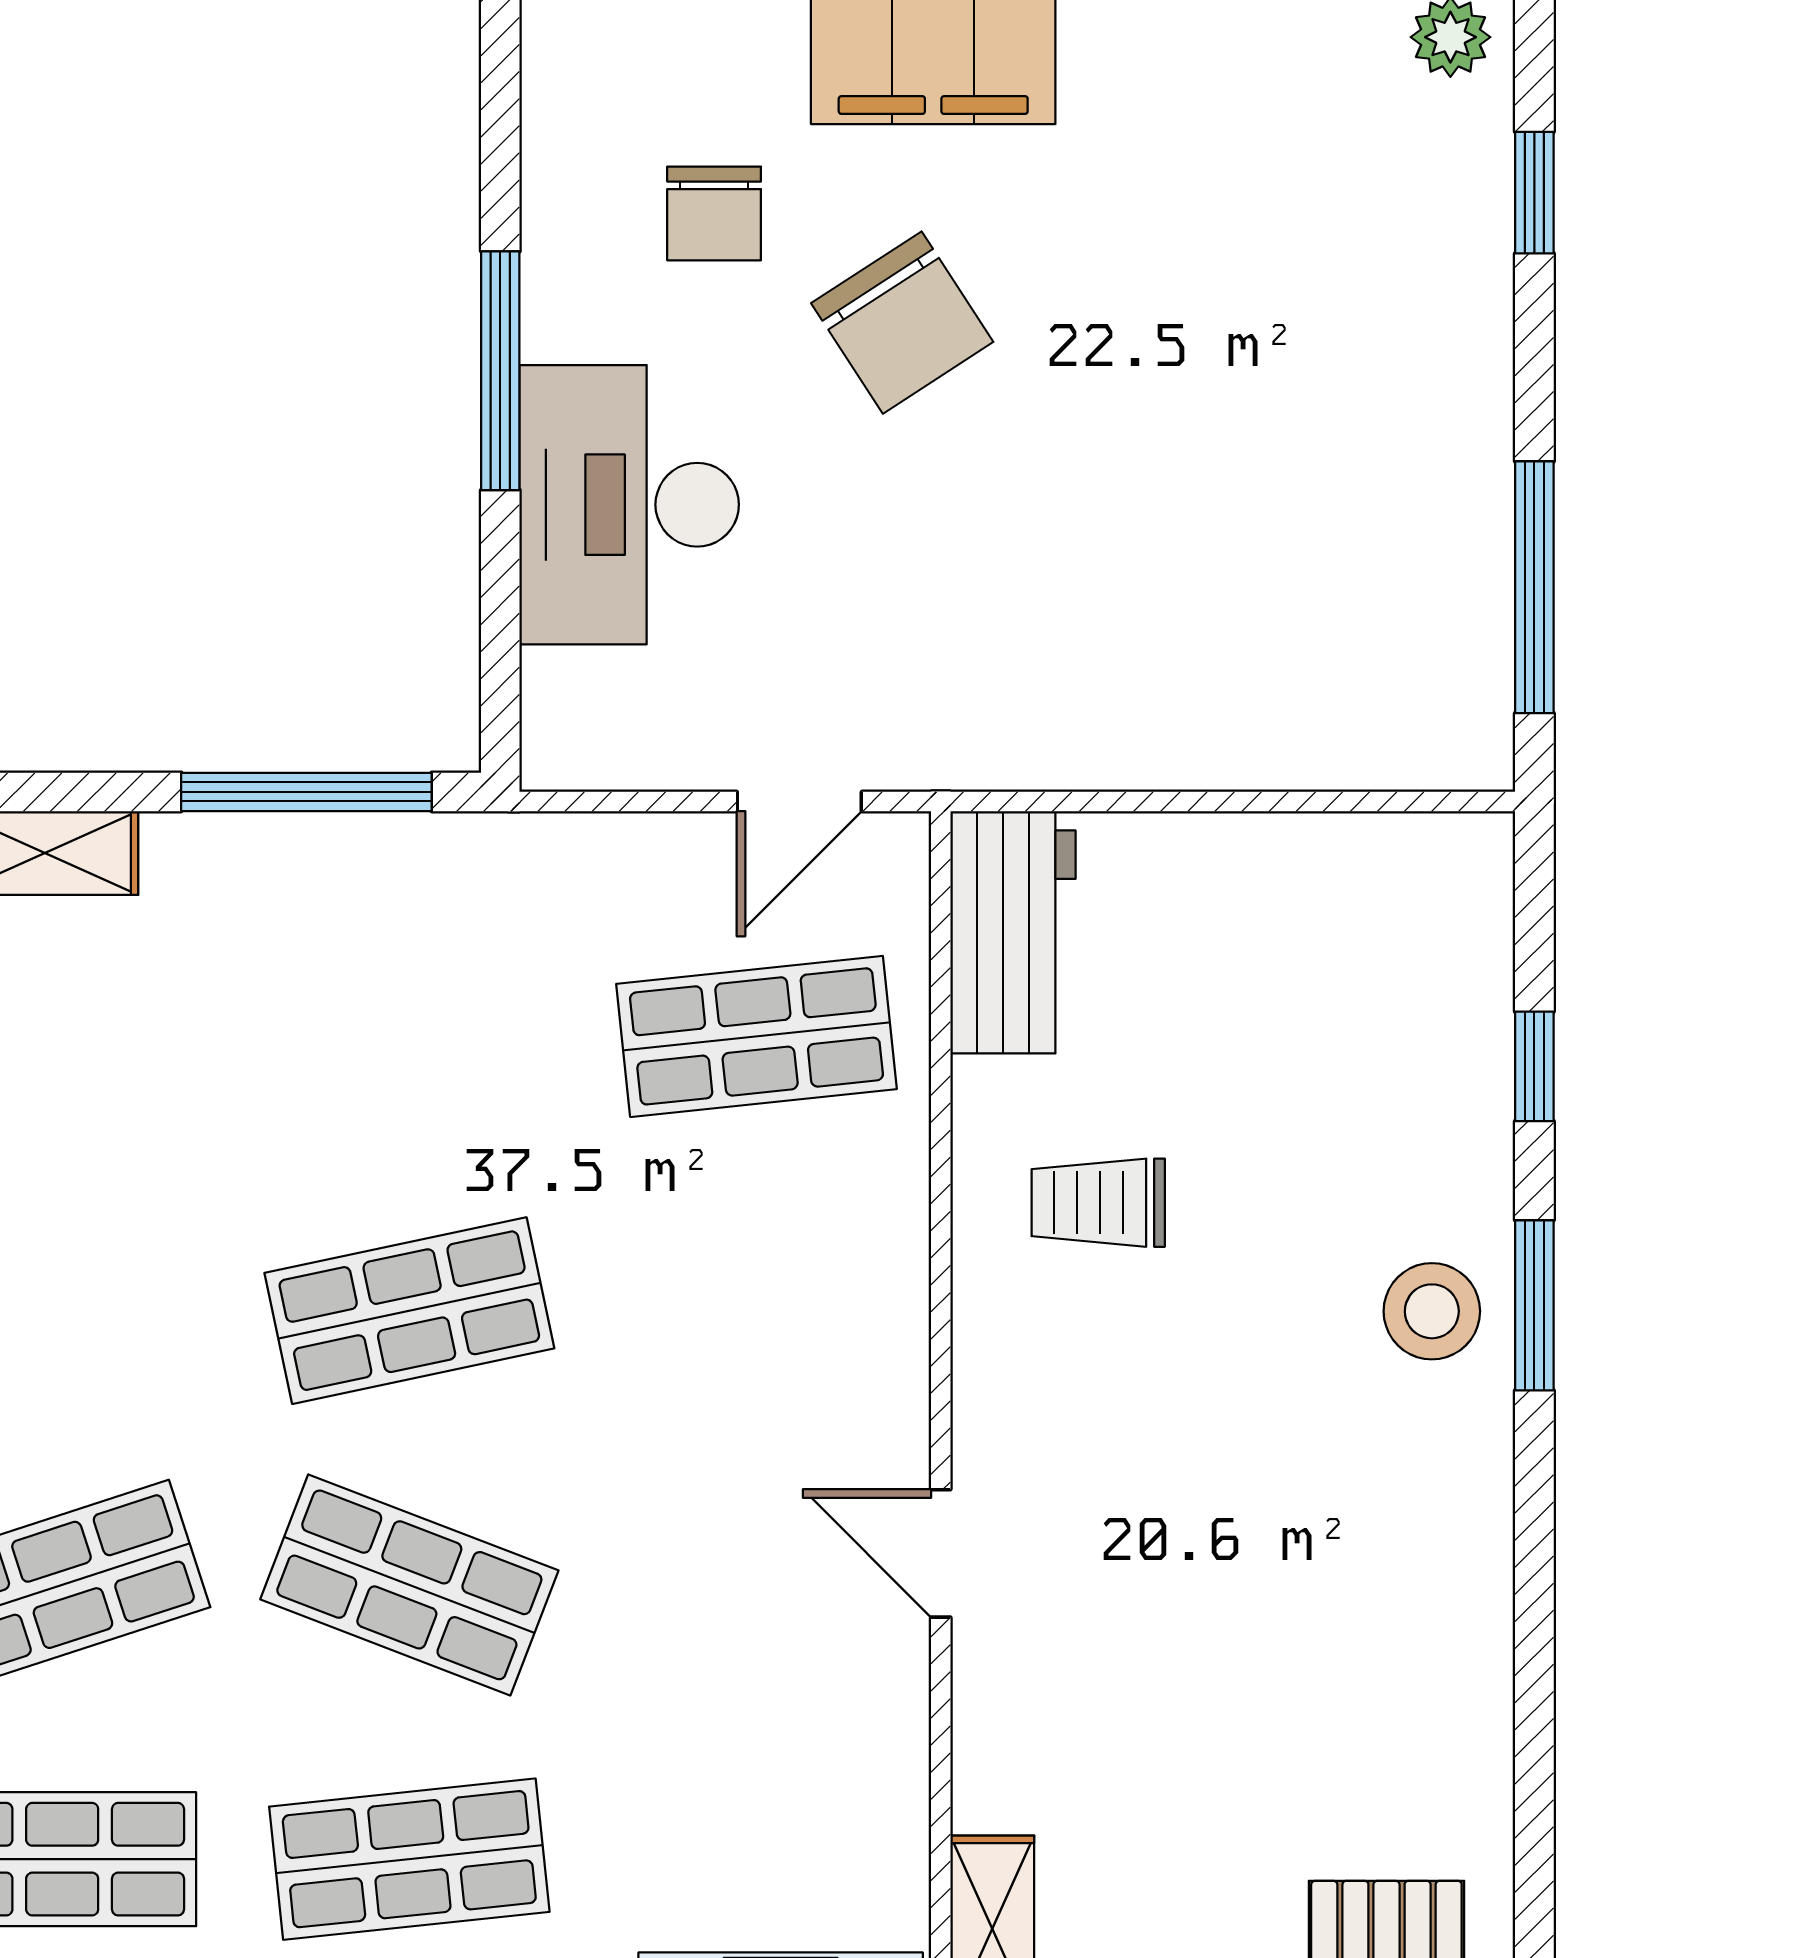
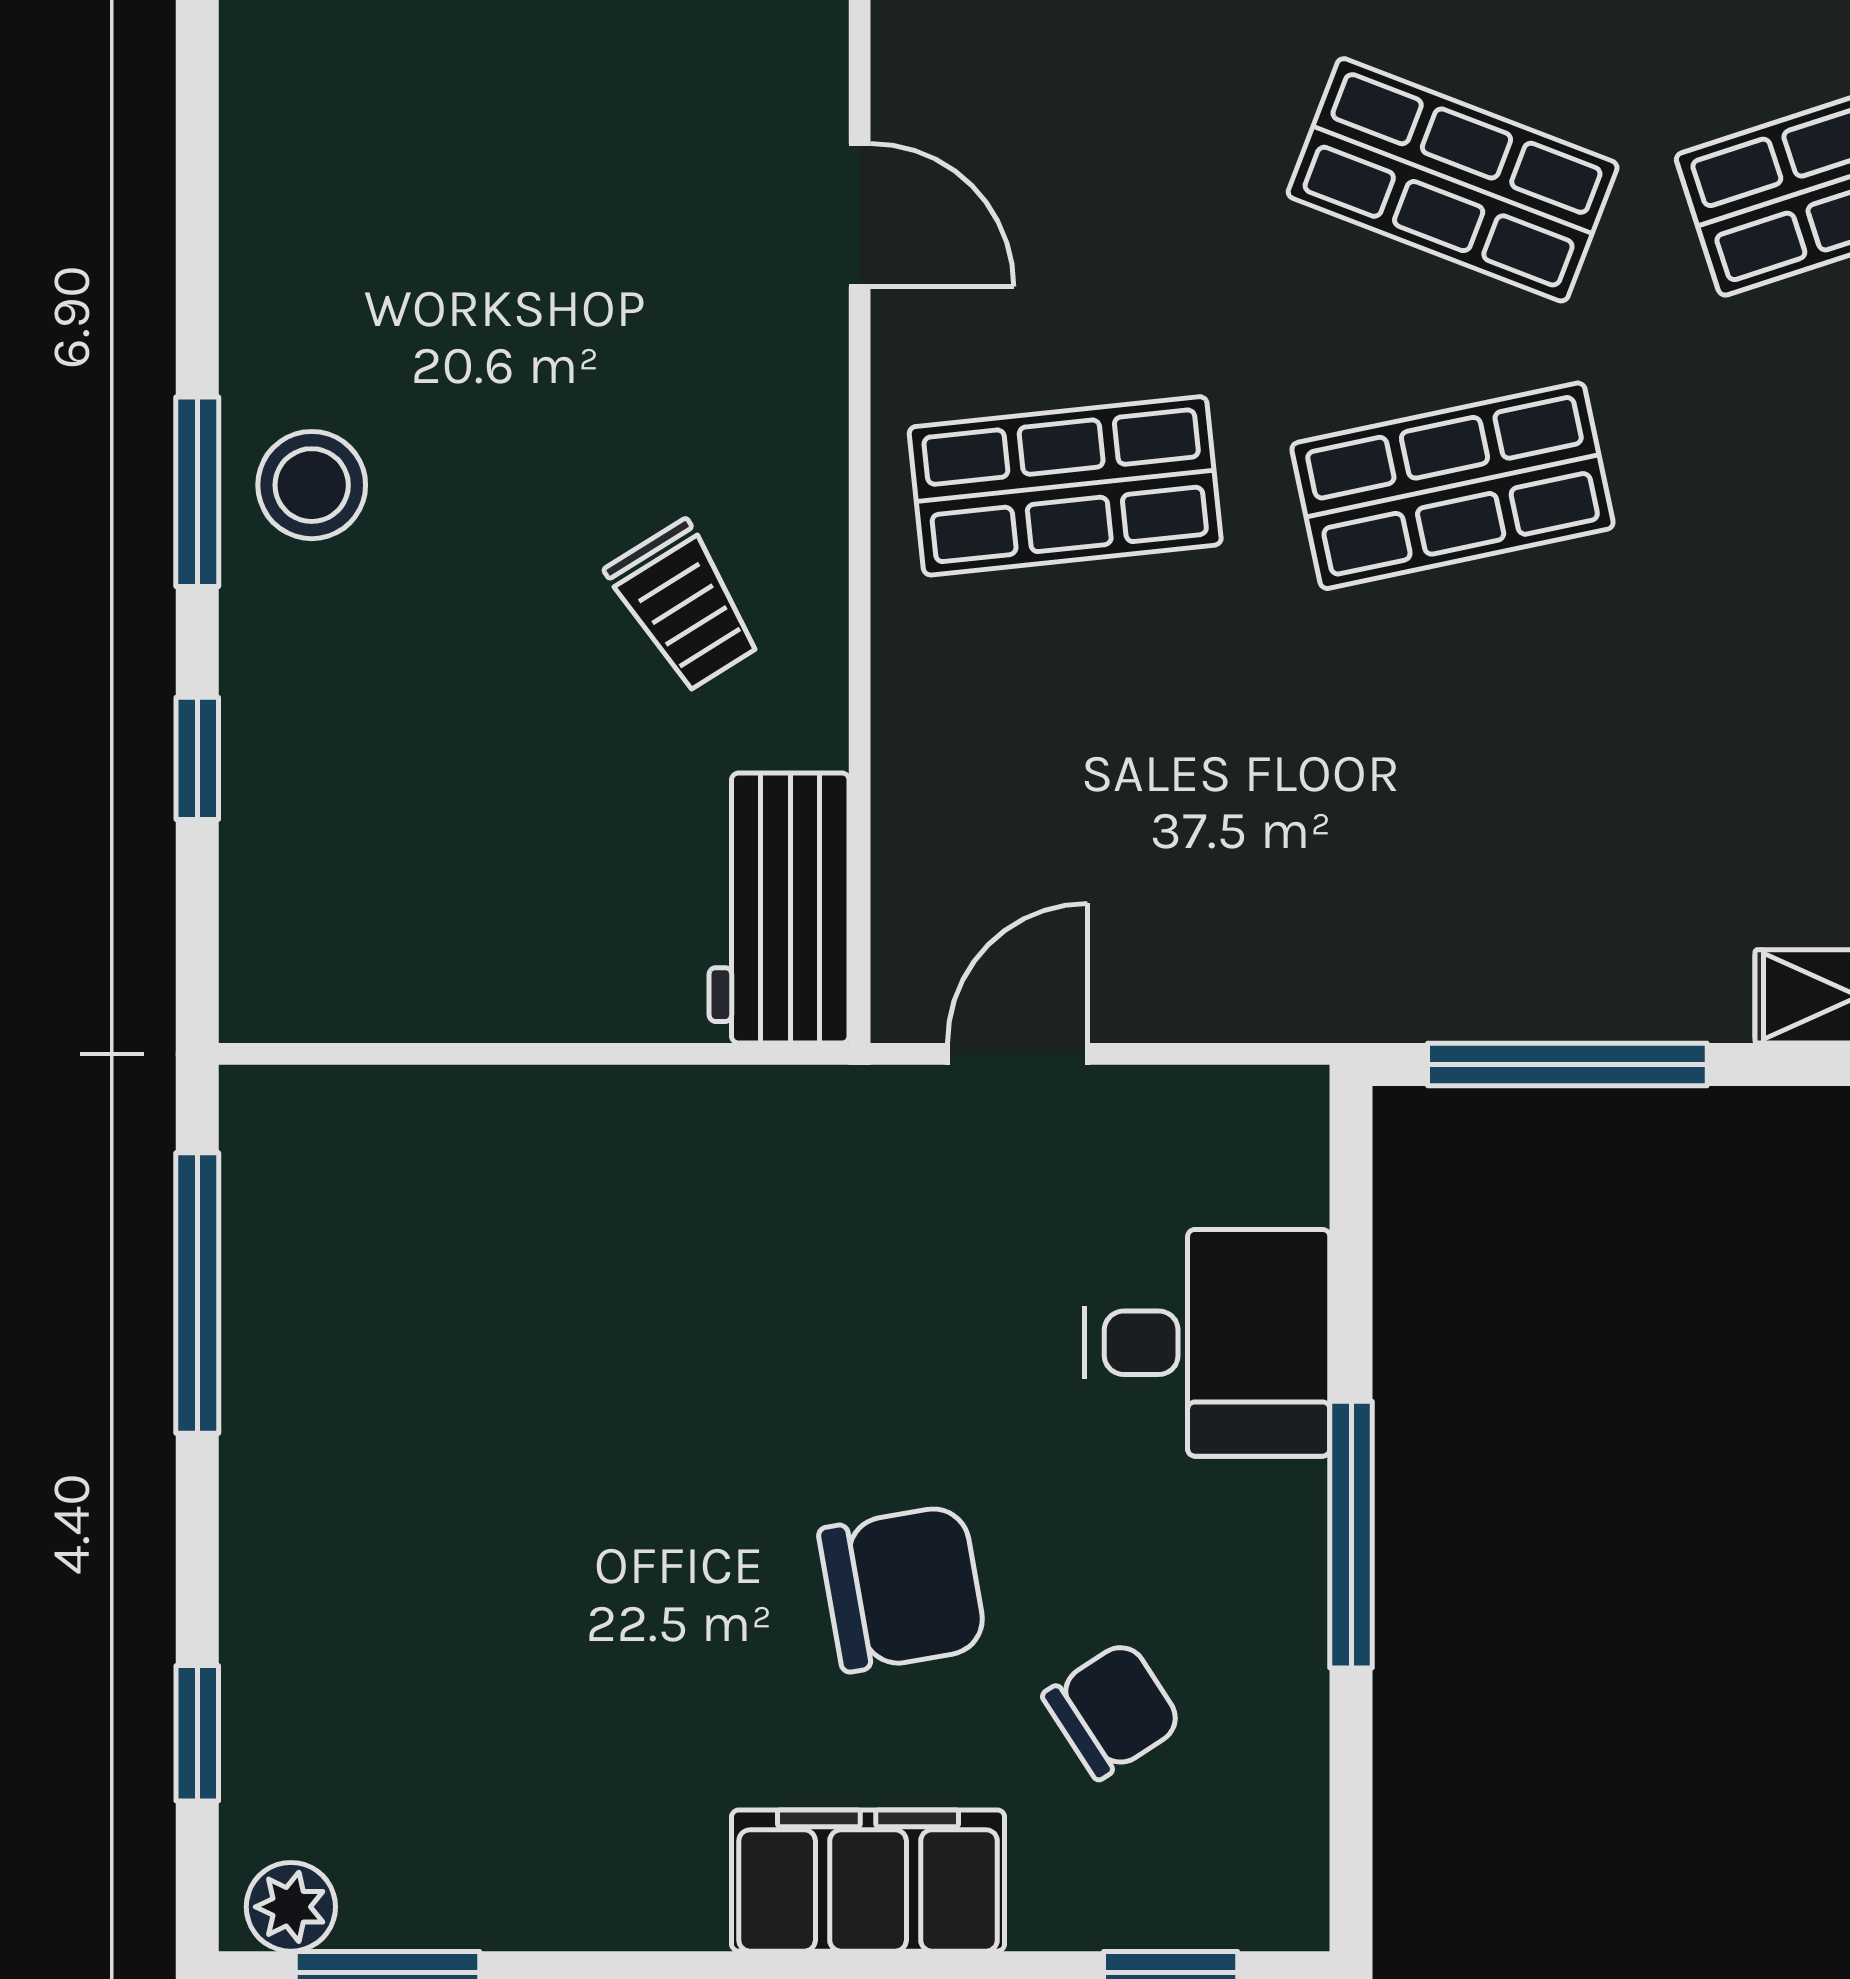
chair: (714, 213) -> (1113, 1710), turned 57
chair: (902, 323) -> (903, 1588), turned 113
desk: (629, 505) -> (1207, 1343), width x0.73
shop shelf: (756, 1036) -> (1065, 486), moved
trolley: (1098, 1203) -> (684, 606), turned 58

